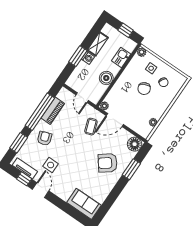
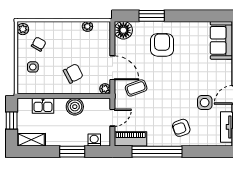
shelving: (98, 44) -> (31, 140), moved
plant: (142, 52) -> (23, 29), moved
washing machine: (88, 58) -> (94, 140), moved
chair: (144, 89) -> (73, 73), moved
piano: (53, 111) -> (131, 139), moved
window: (19, 143) -> (204, 152), removed
armchair: (108, 163) -> (162, 45), turned -143

